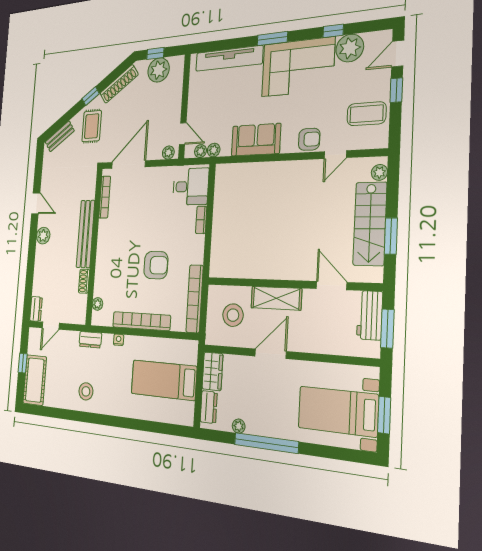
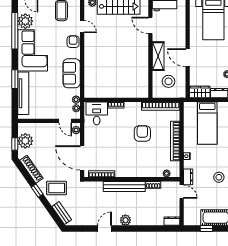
window: (333, 31) -> (15, 31), width x3.17
window: (272, 39) -> (15, 79), moved
door: (183, 134) -> (65, 121), swing flipped
door: (332, 286) -> (150, 25), hinge flipped
door: (51, 326) -> (182, 192), moved

